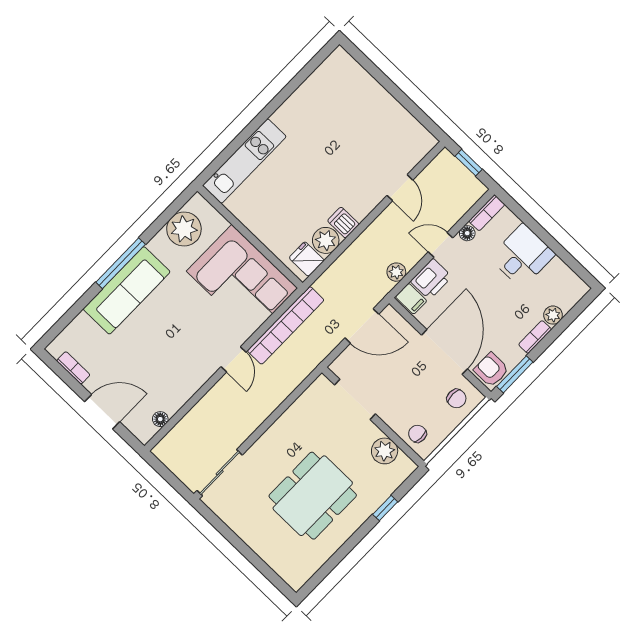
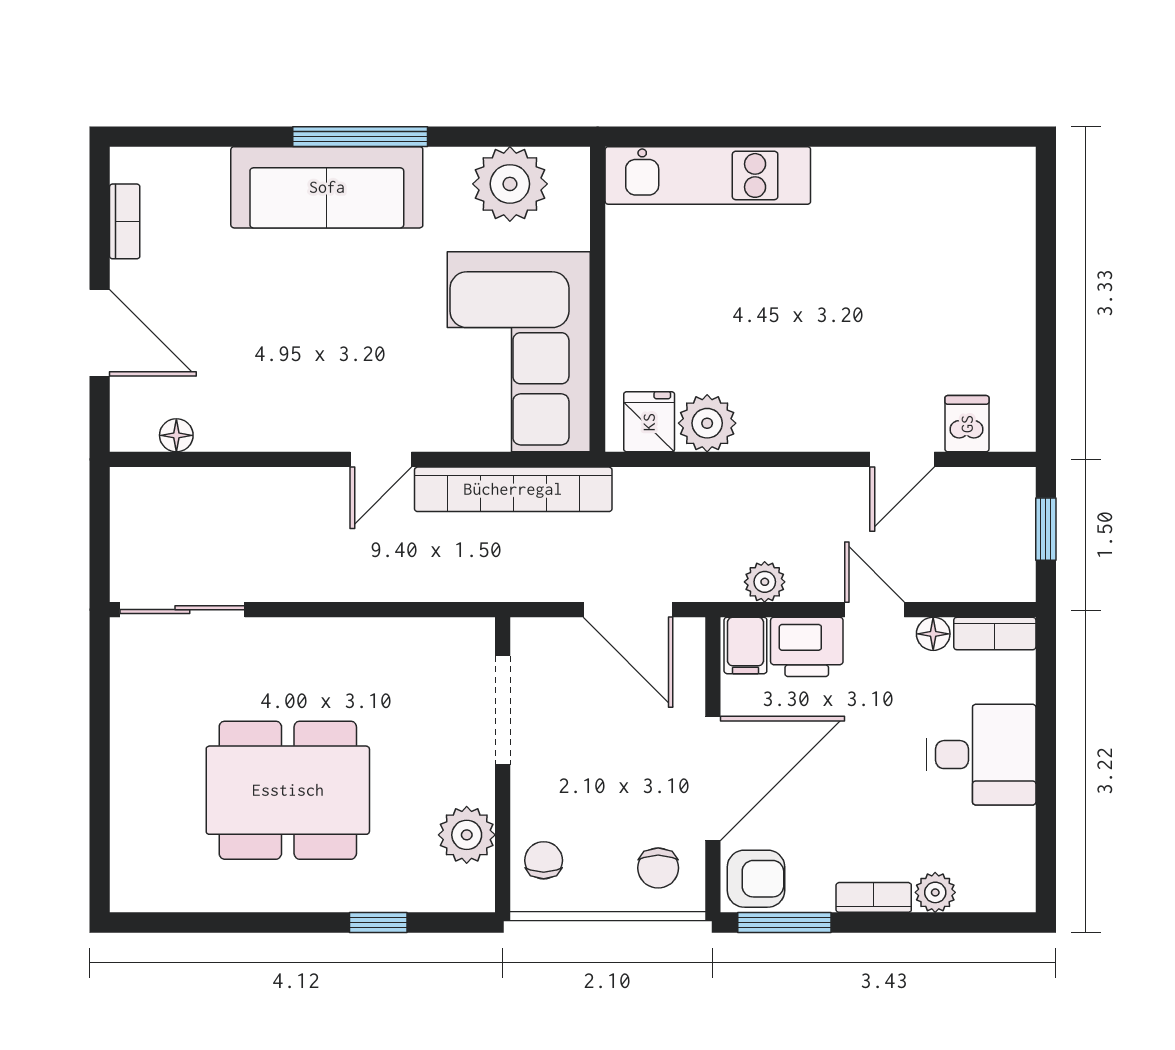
dishwasher: (343, 223) -> (967, 424), moved
armchair: (491, 370) -> (756, 879), turned 90

